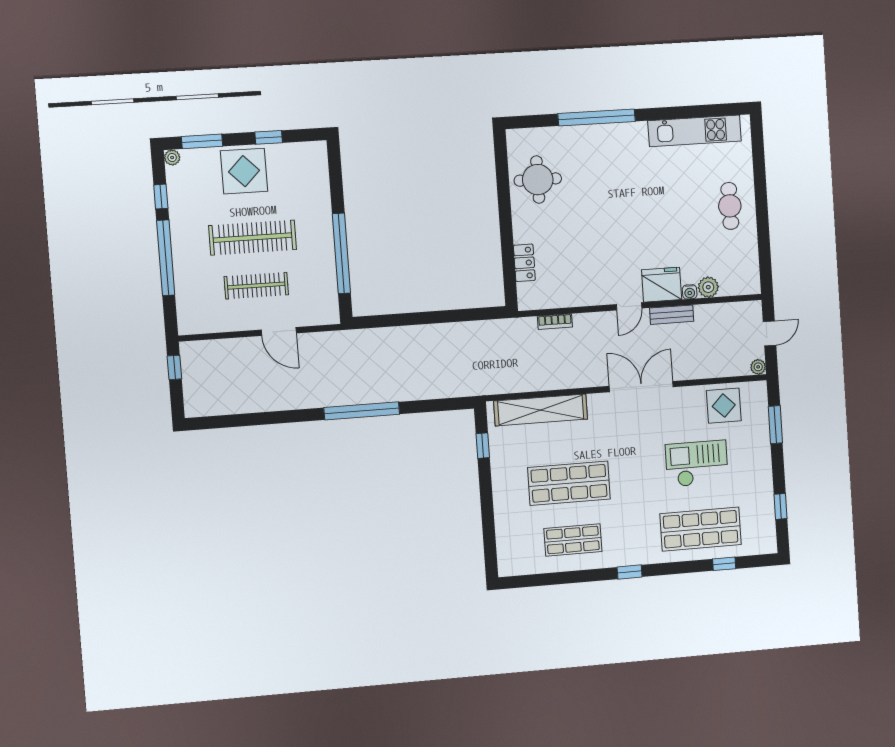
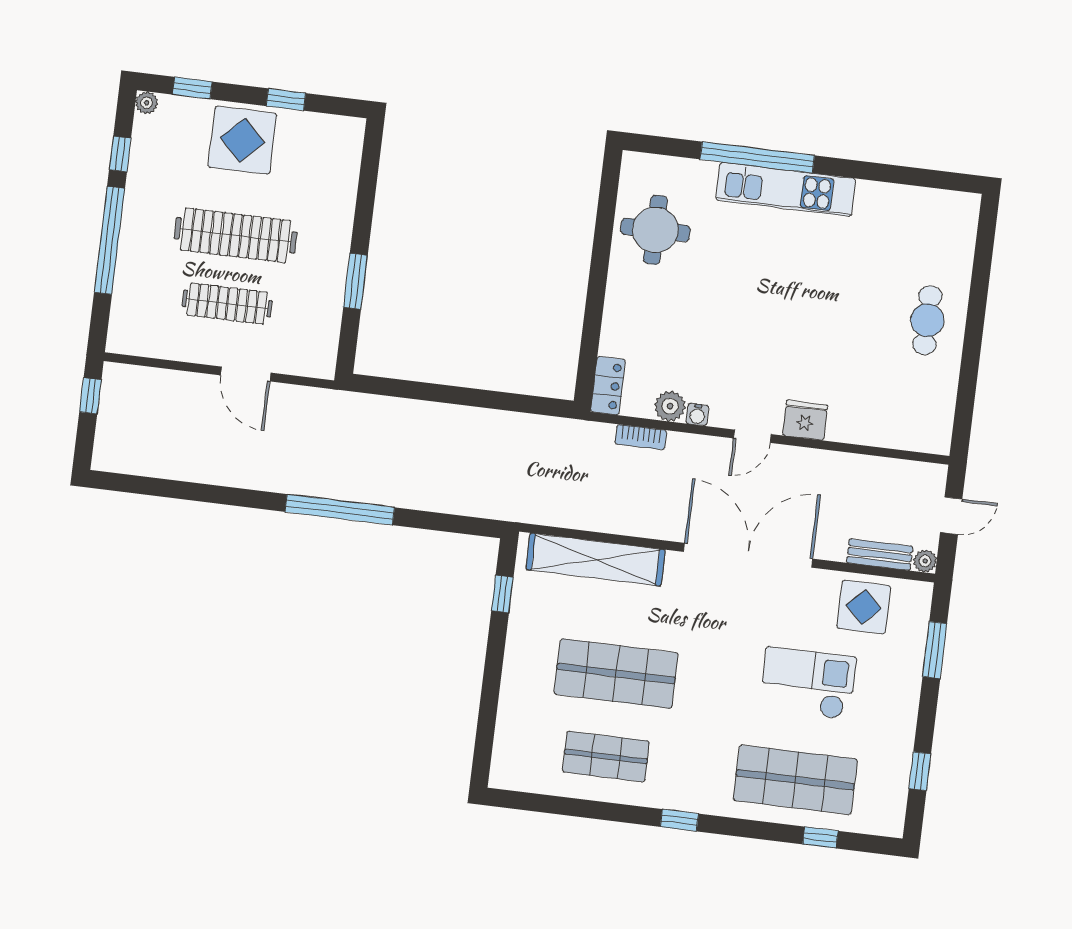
kitchen unit: (695, 131) -> (786, 189), moved
window: (202, 141) -> (192, 88), width x0.67
window: (341, 253) -> (355, 281), width x0.47
locker: (524, 263) -> (608, 386), moved
fridge: (662, 285) -> (805, 420), width x0.73, depth x0.75
plant: (708, 287) -> (670, 406), moved
water cooler: (690, 292) -> (697, 414), moved
bench: (672, 315) -> (880, 555), moved
double door: (641, 387) -> (748, 555), width x1.36

